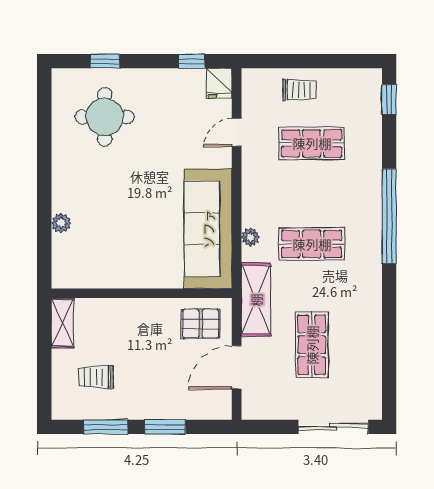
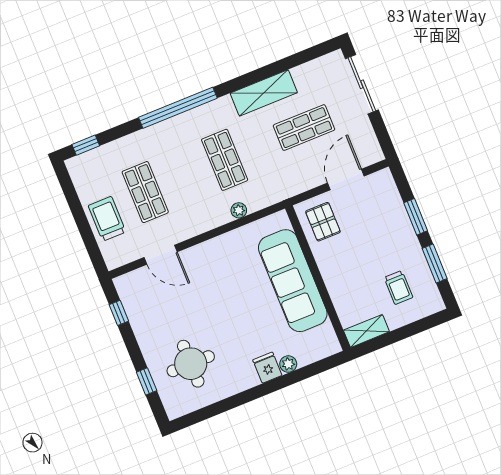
fridge: (219, 83) -> (267, 368), moved, turned -90
trolley: (299, 90) -> (107, 219), width x1.36, depth x1.39
door: (237, 132) -> (161, 255), width x1.37
sofa: (208, 229) -> (293, 281), moved, turned 90
shelving: (256, 300) -> (264, 93), moved
door: (237, 367) -> (346, 179), swing flipped

